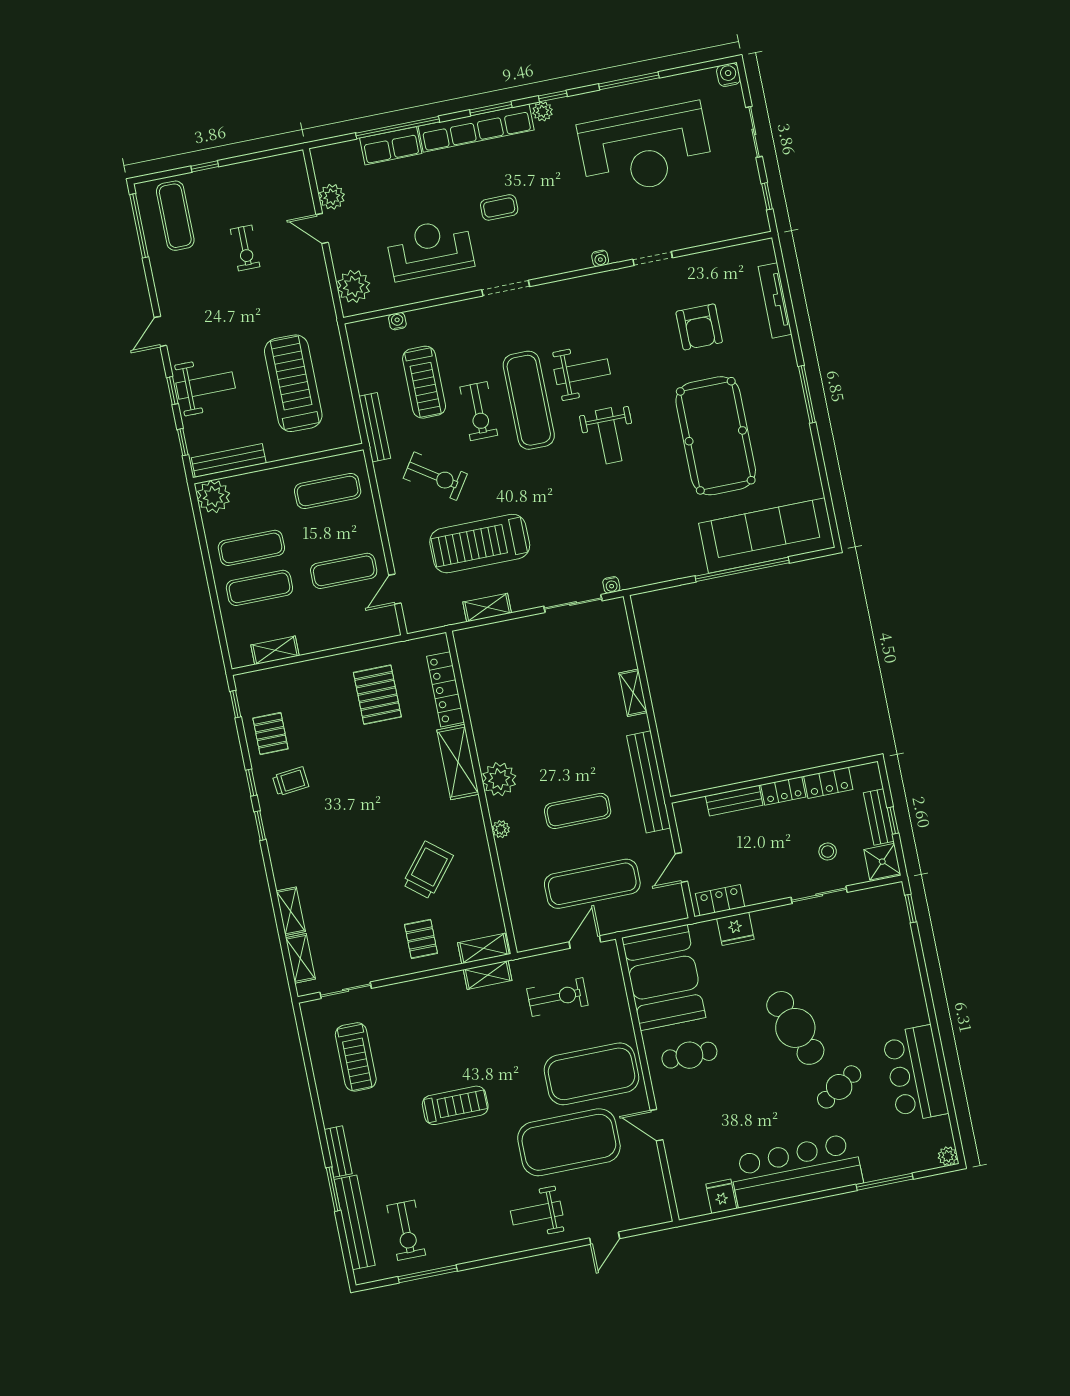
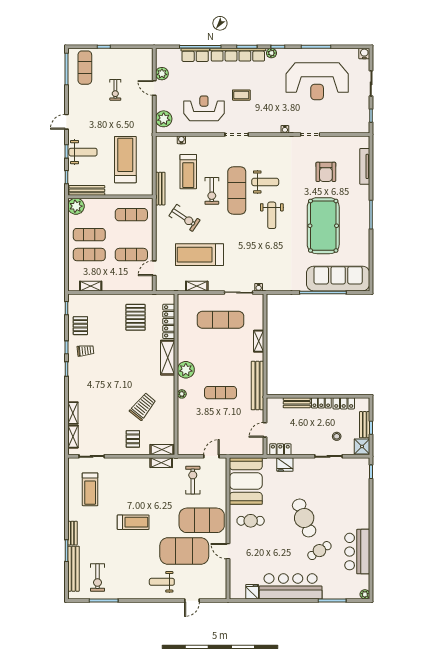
exercise mat: (592, 884) -> (220, 320), moved
exercise bike: (557, 997) -> (193, 480), turned -90

